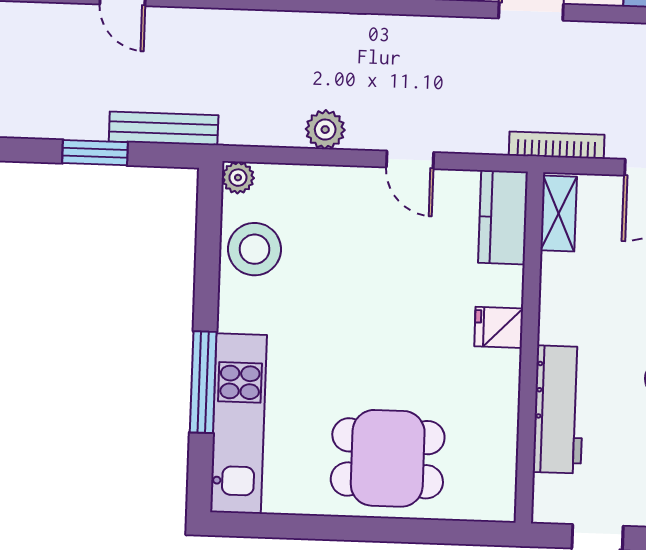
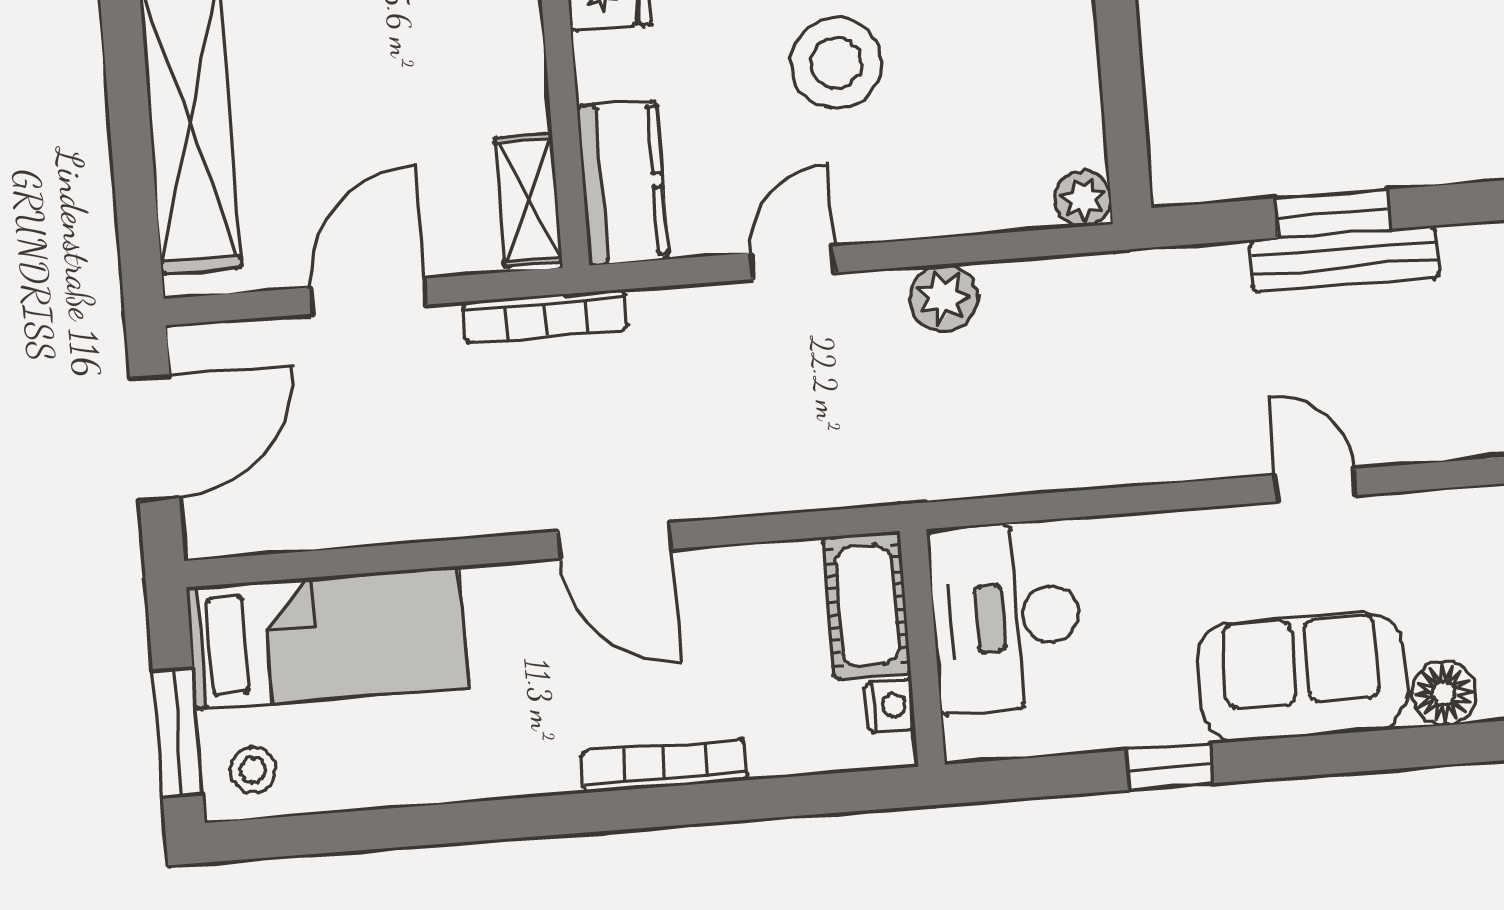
bench: (164, 128) -> (1344, 259), moved
door: (410, 160) -> (793, 263), hinge flipped
stool: (255, 249) -> (836, 63), moved

